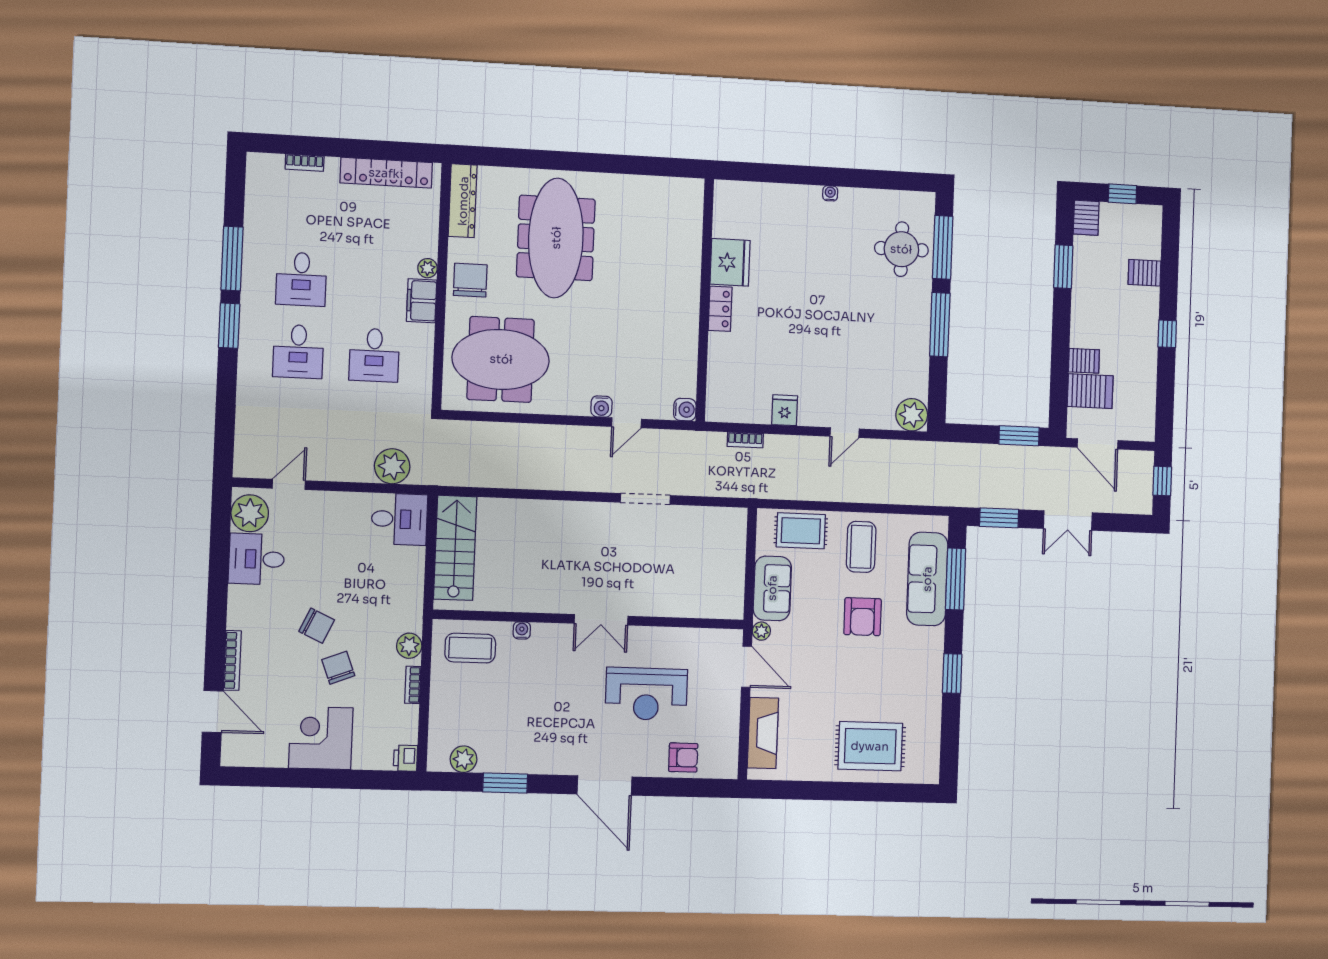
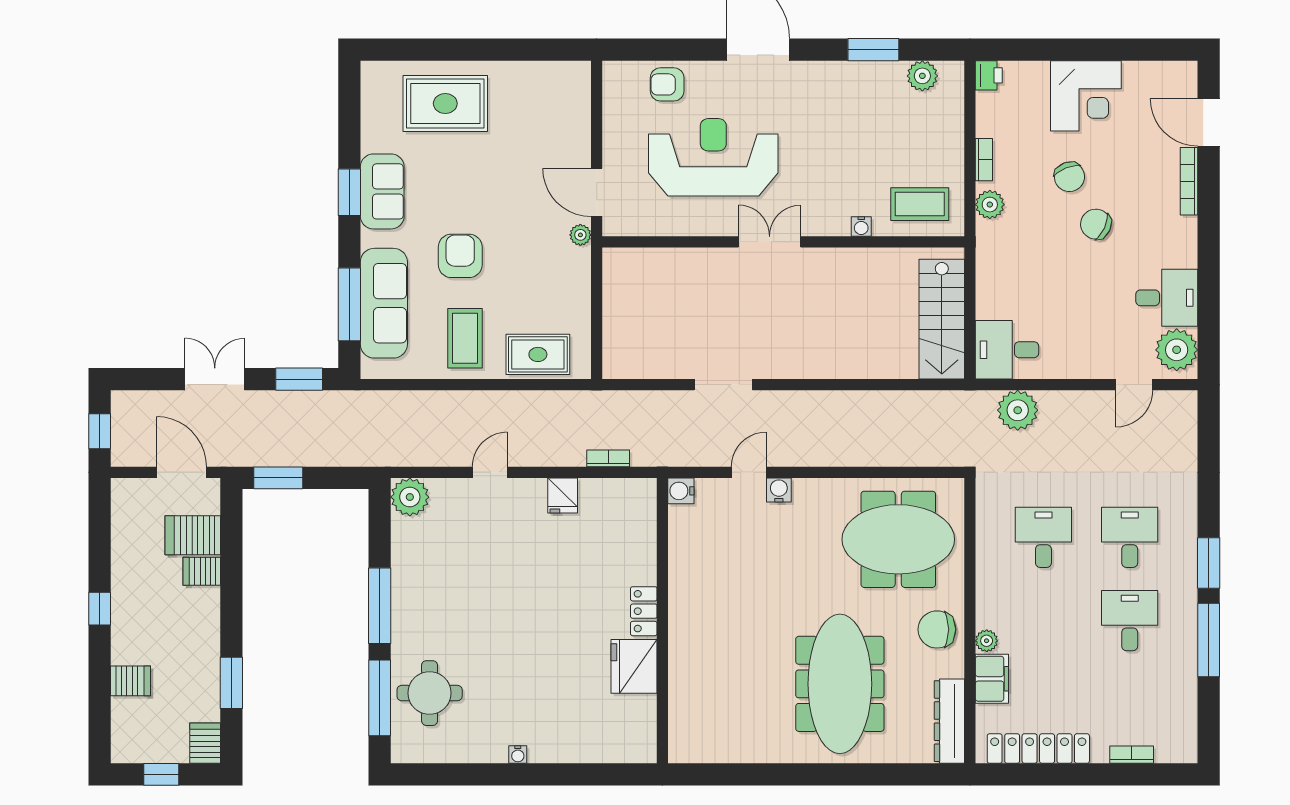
chair: (470, 280) -> (937, 629), turned 90
filing cabinet: (422, 301) -> (992, 679), moved
sofa: (772, 588) -> (382, 191), moved, turned 180
reception desk: (646, 694) -> (713, 157), width x1.36, depth x1.30
fireplace: (763, 733) -> (574, 116), removed

